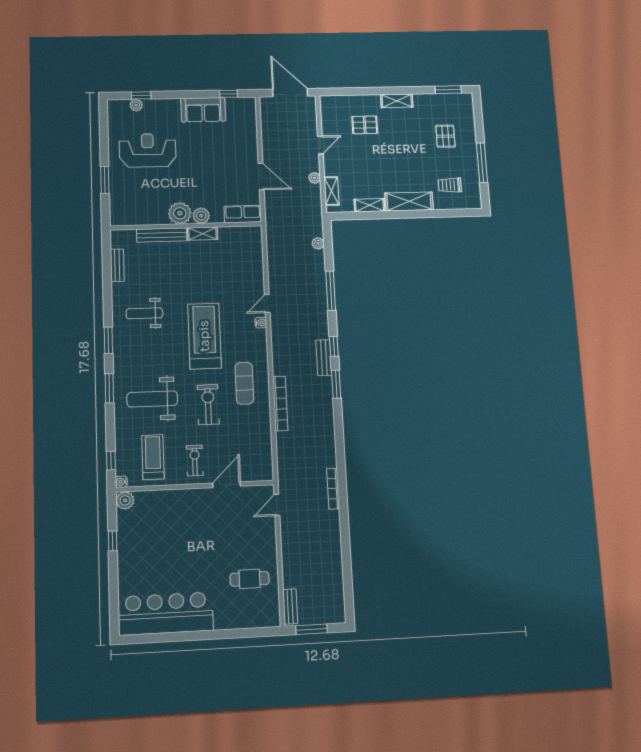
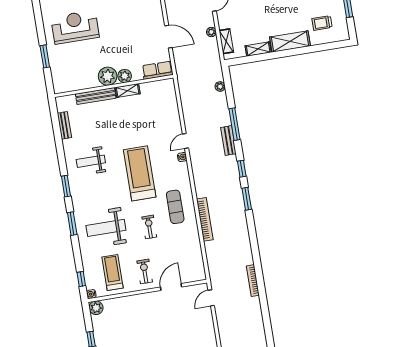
bench: (324, 358) -> (228, 141), moved
exercise bike: (208, 404) -> (149, 227), width x0.73, depth x0.72

